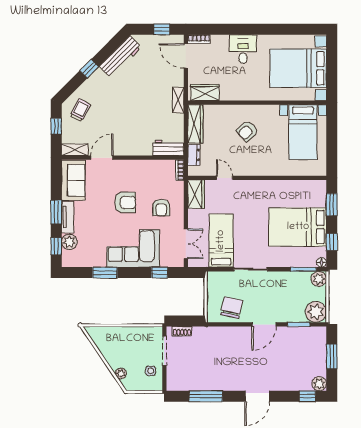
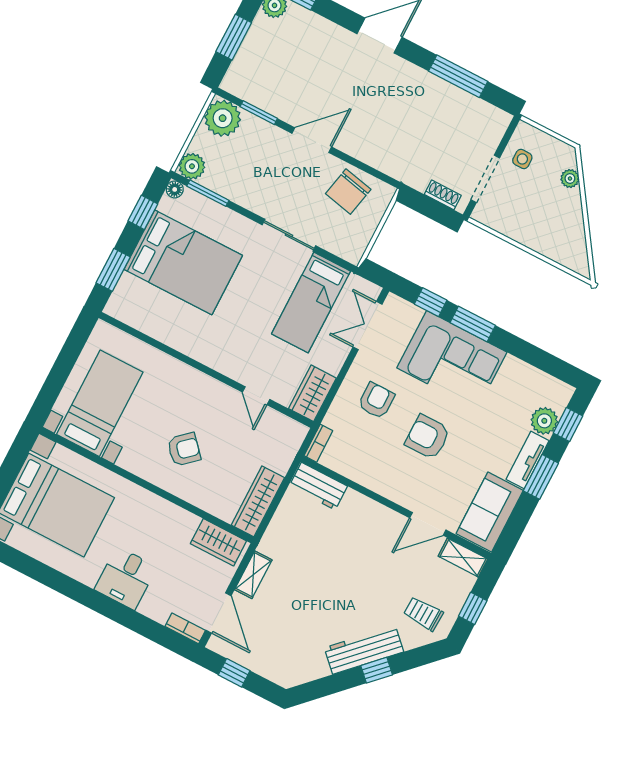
workbench: (120, 57) -> (364, 650), moved
shelving: (178, 100) -> (253, 575), moved
trolley: (80, 110) -> (423, 614), turned 65
dresser: (194, 155) -> (285, 455), removed
window: (105, 273) -> (473, 324), moved

